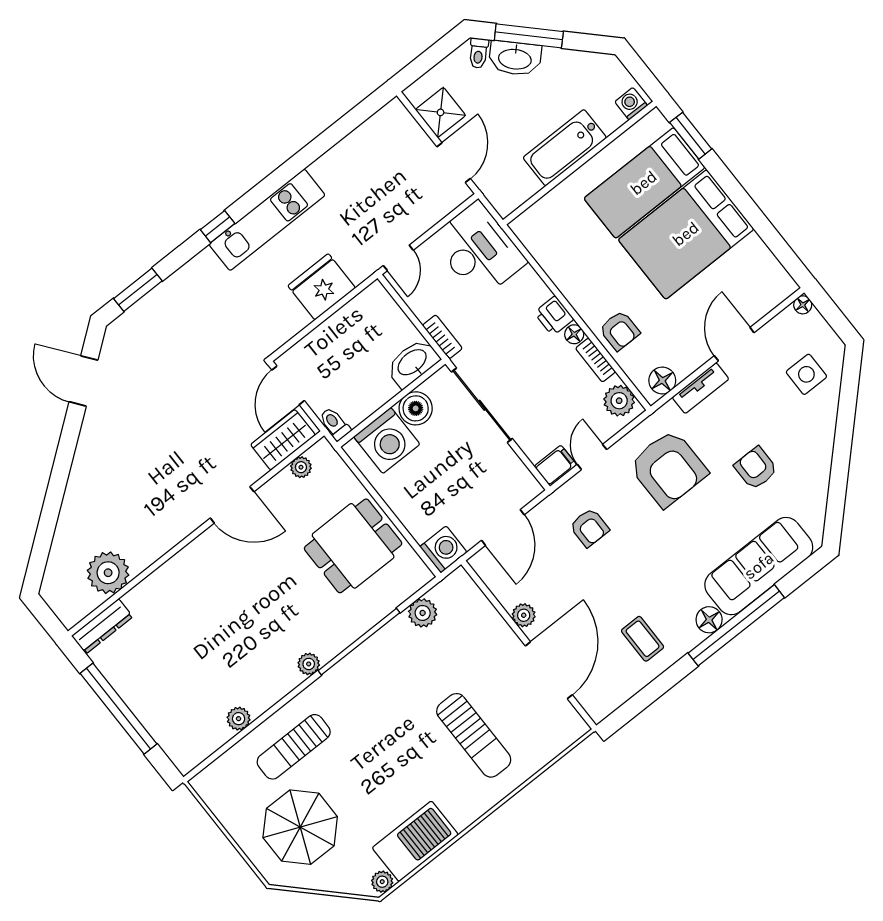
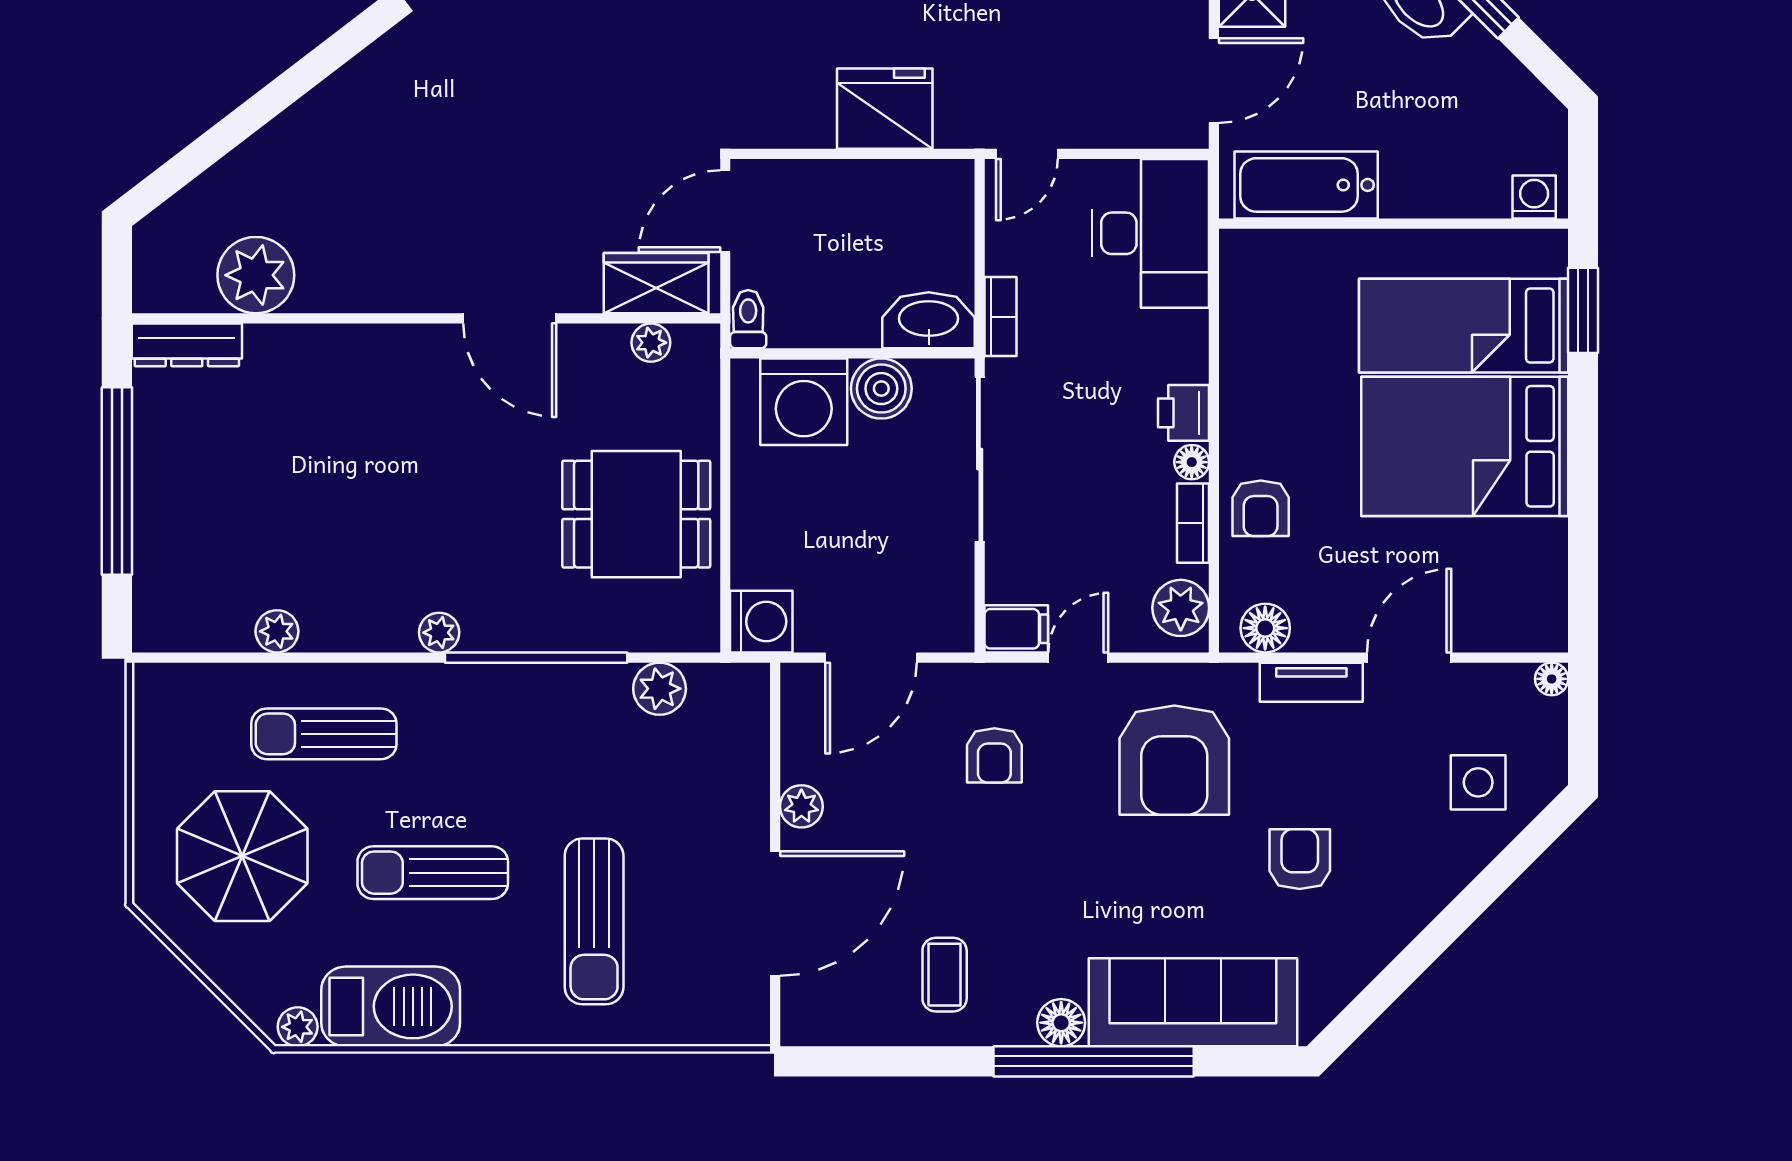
bathtub: (565, 148) -> (1306, 185), moved
sun lounger: (388, 769) -> (433, 873), added

